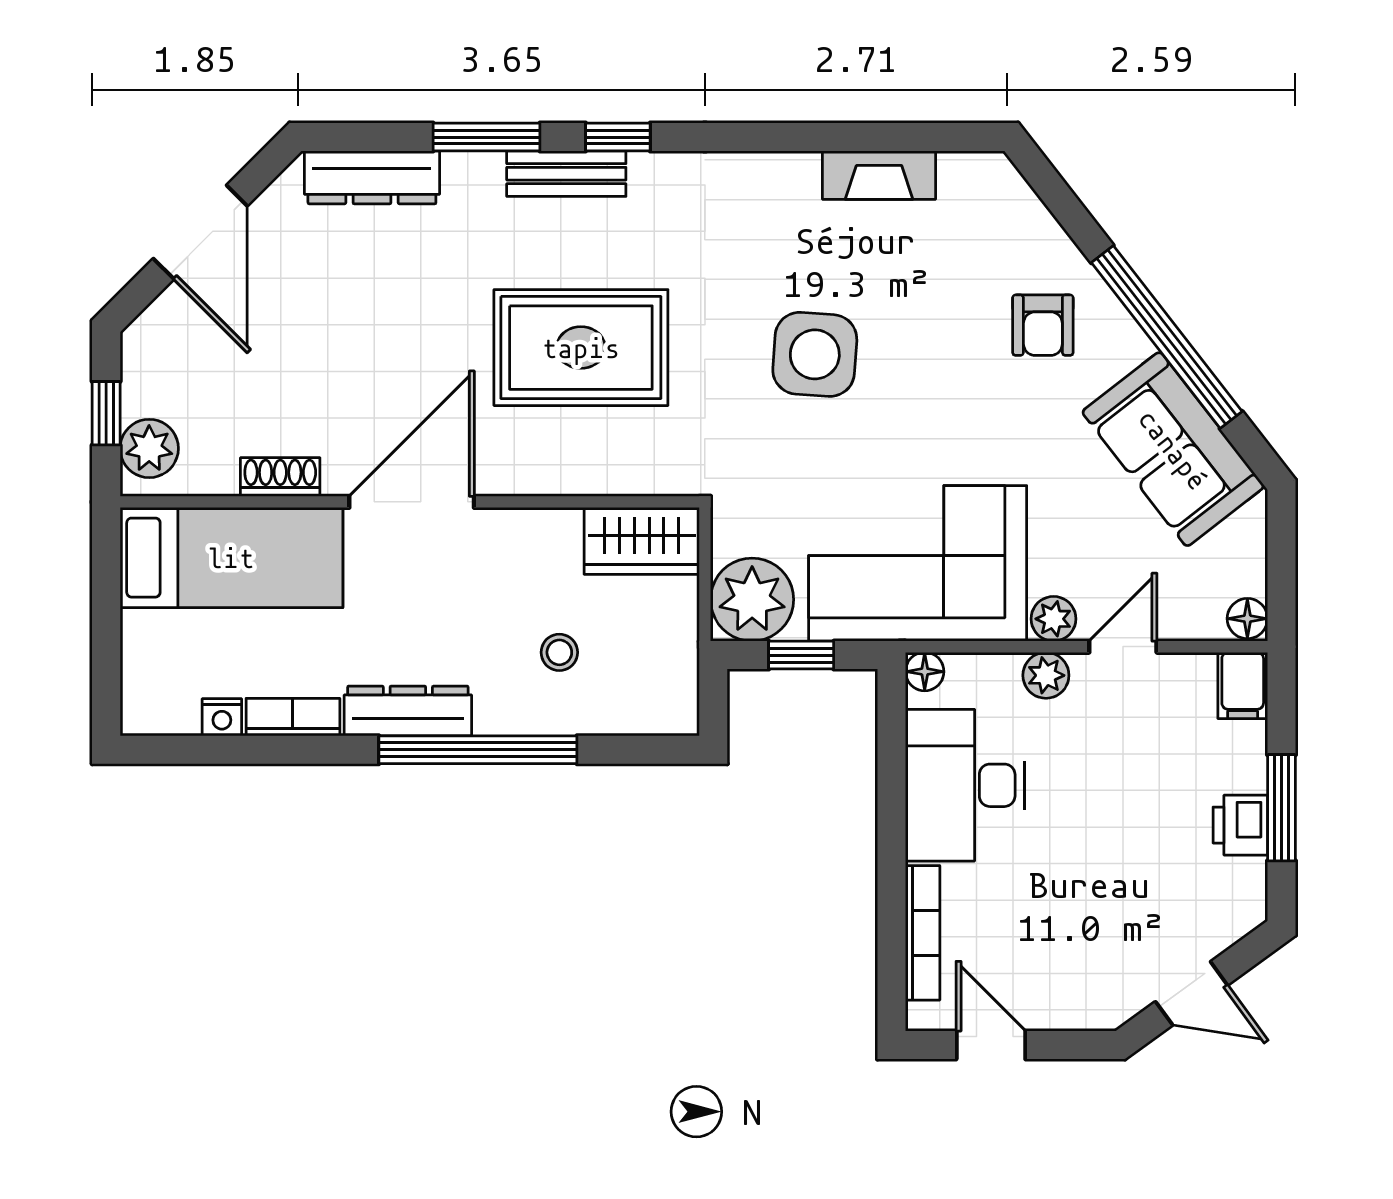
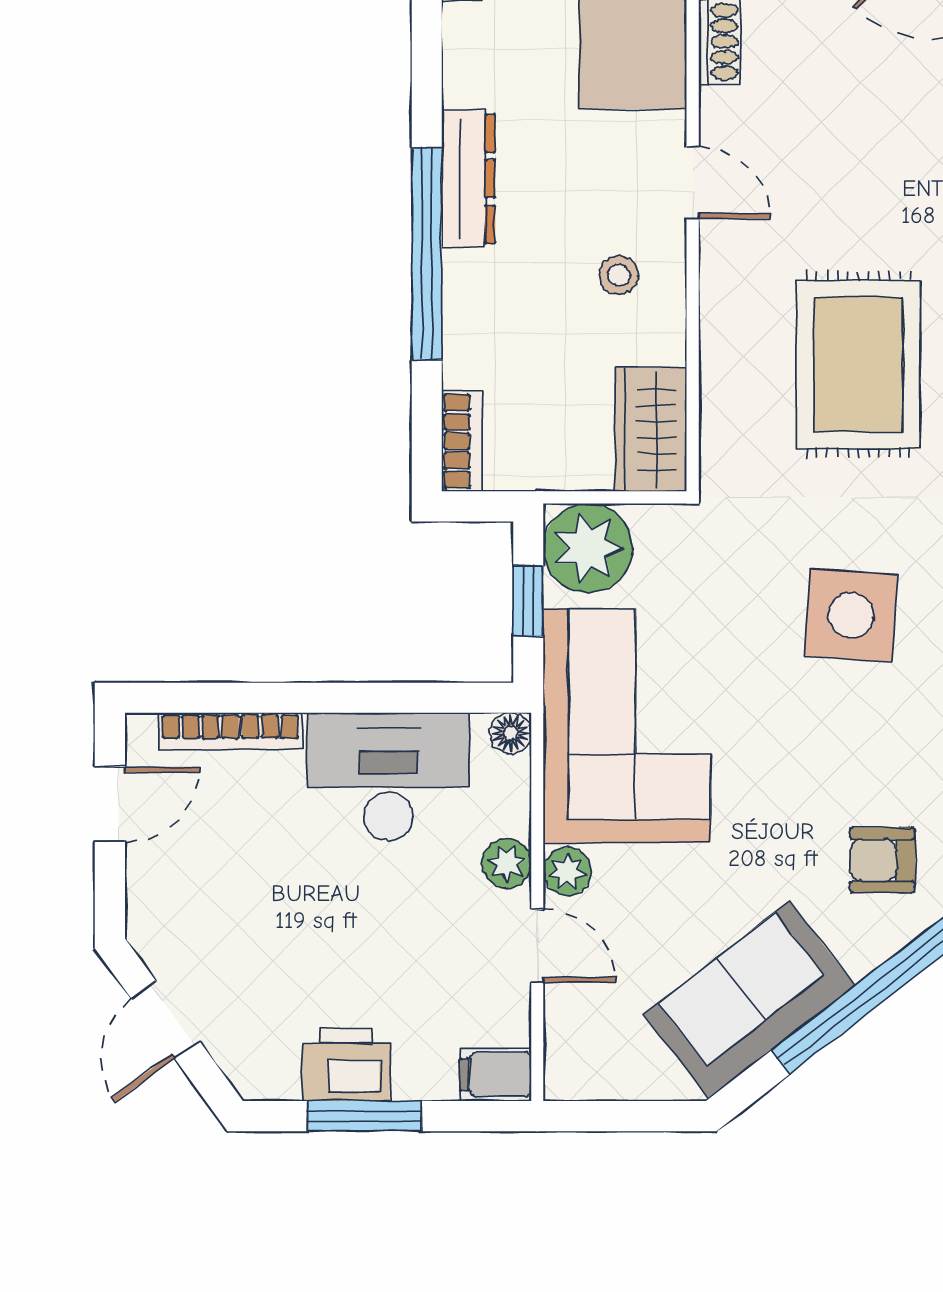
door: (412, 502) -> (693, 183), width x0.53
floor lamp: (1247, 619) -> (567, 1080), removed
stool: (559, 652) -> (619, 275), moved
bookcase: (293, 717) -> (462, 441), moved
printer: (1240, 825) -> (346, 1065), width x1.36, depth x1.24

